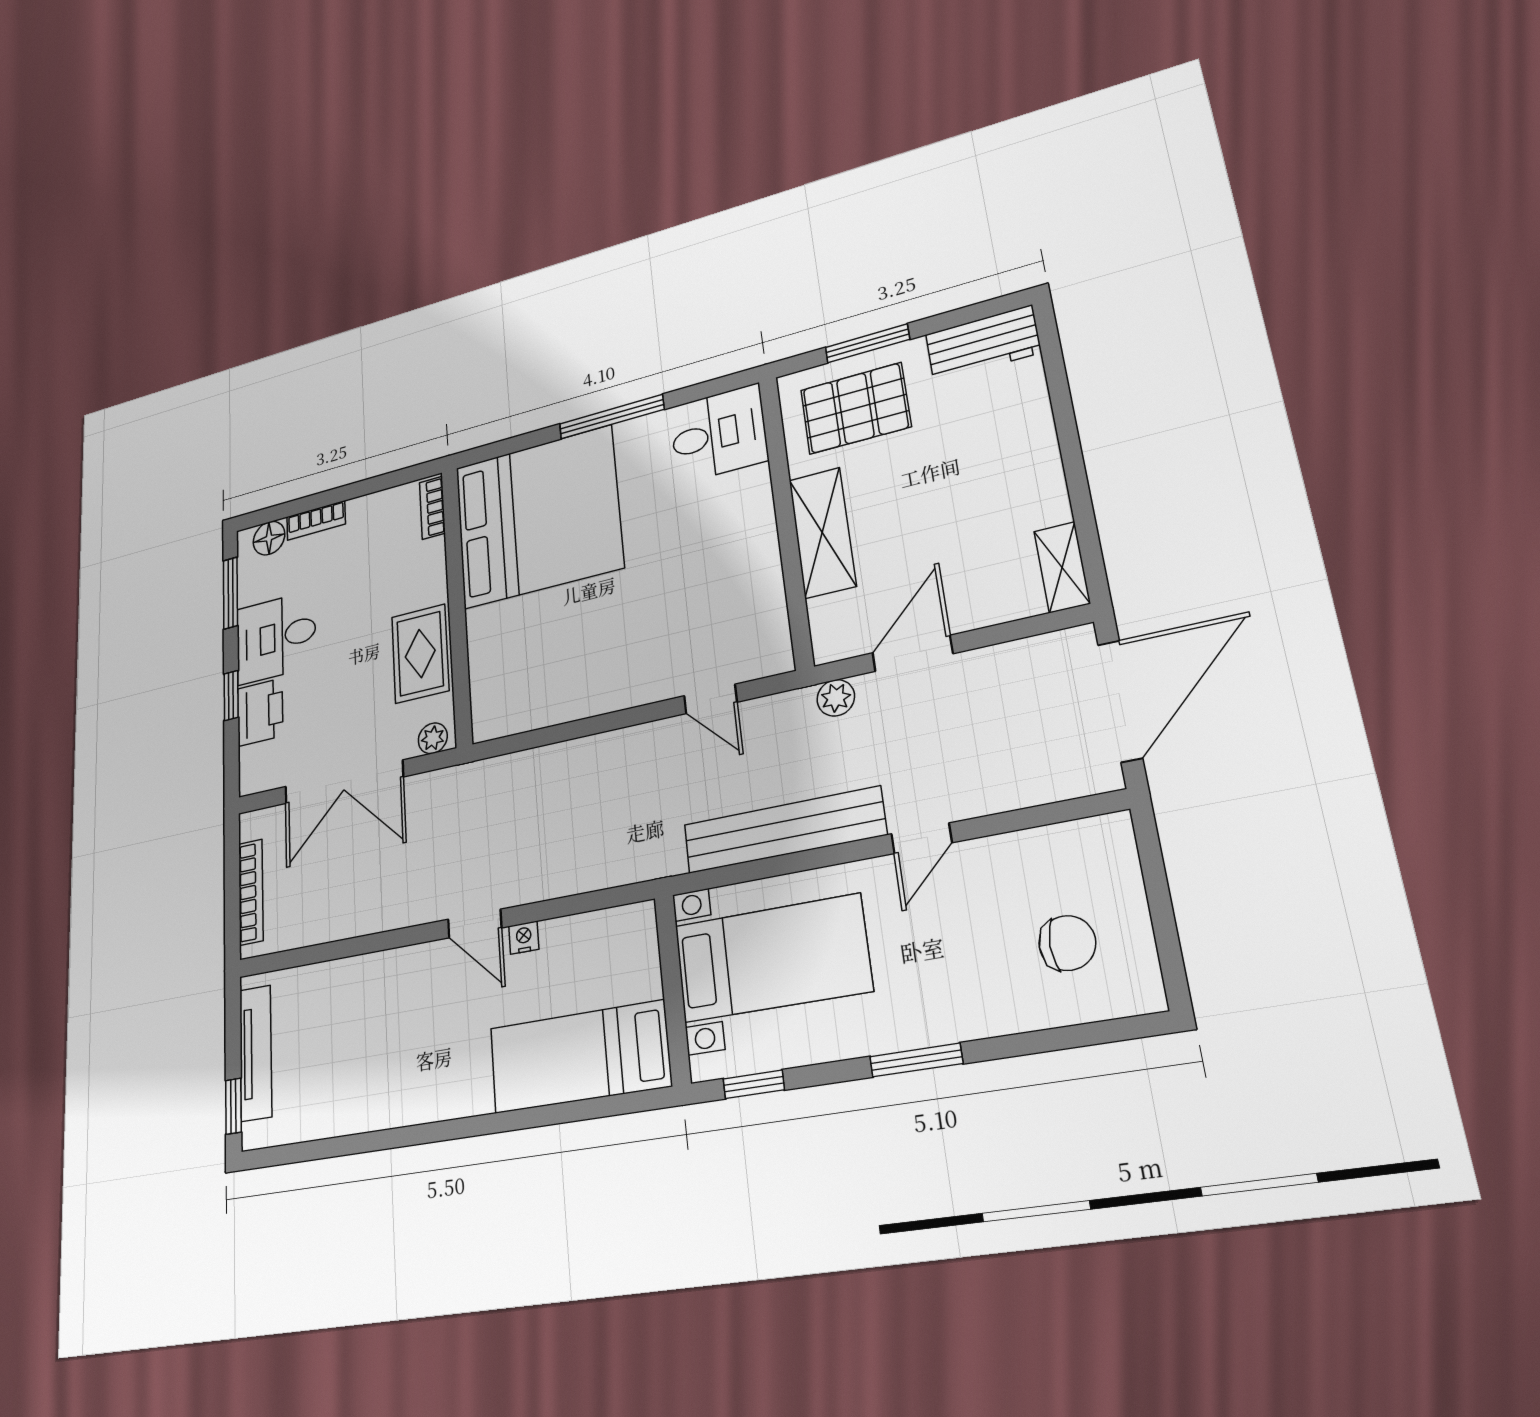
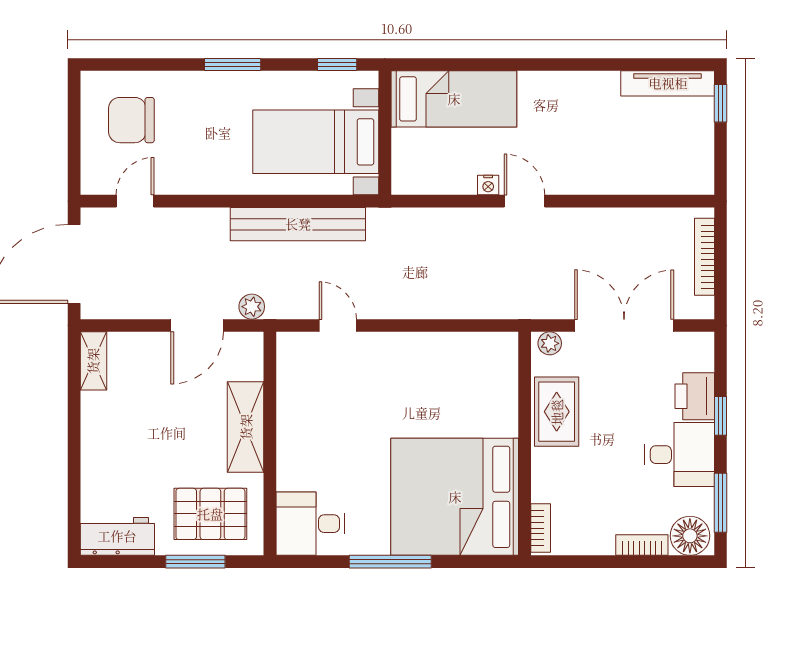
floor lamp: (269, 538) -> (690, 536), width x1.38, depth x1.38
door: (922, 838) -> (135, 201), moved
chair: (1067, 943) -> (131, 120), width x1.37, depth x1.37
tv unit: (256, 1053) -> (668, 83), moved, turned -90

